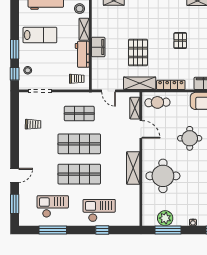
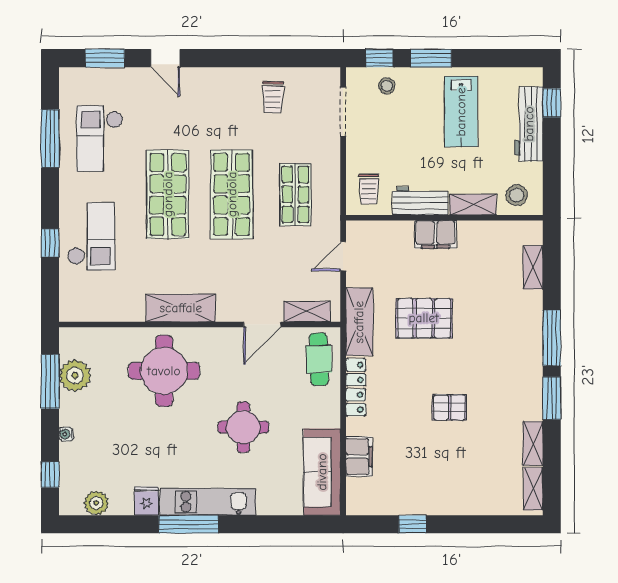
checkout: (53, 206) -> (100, 139), turned 180

